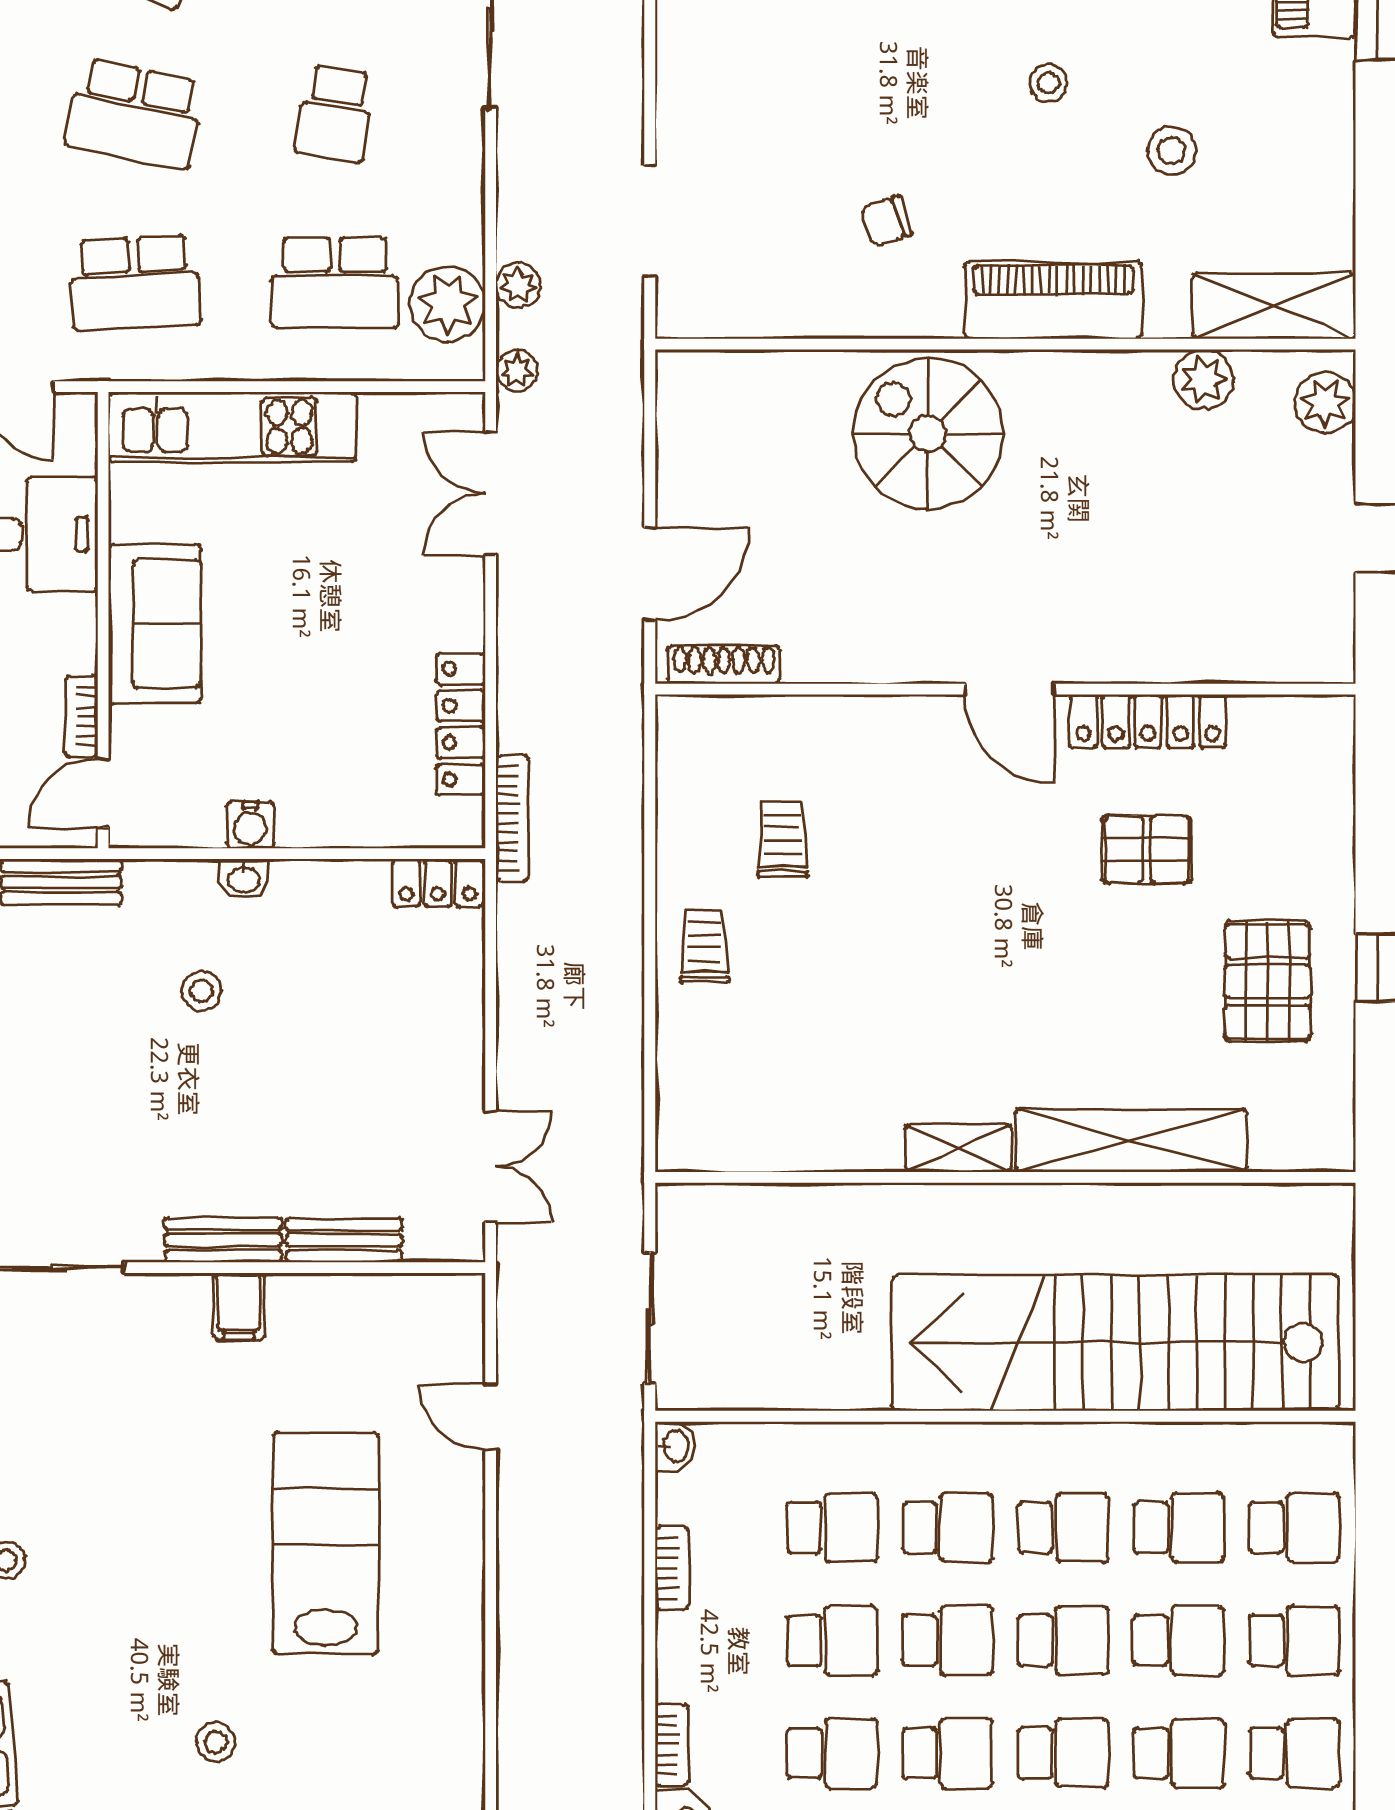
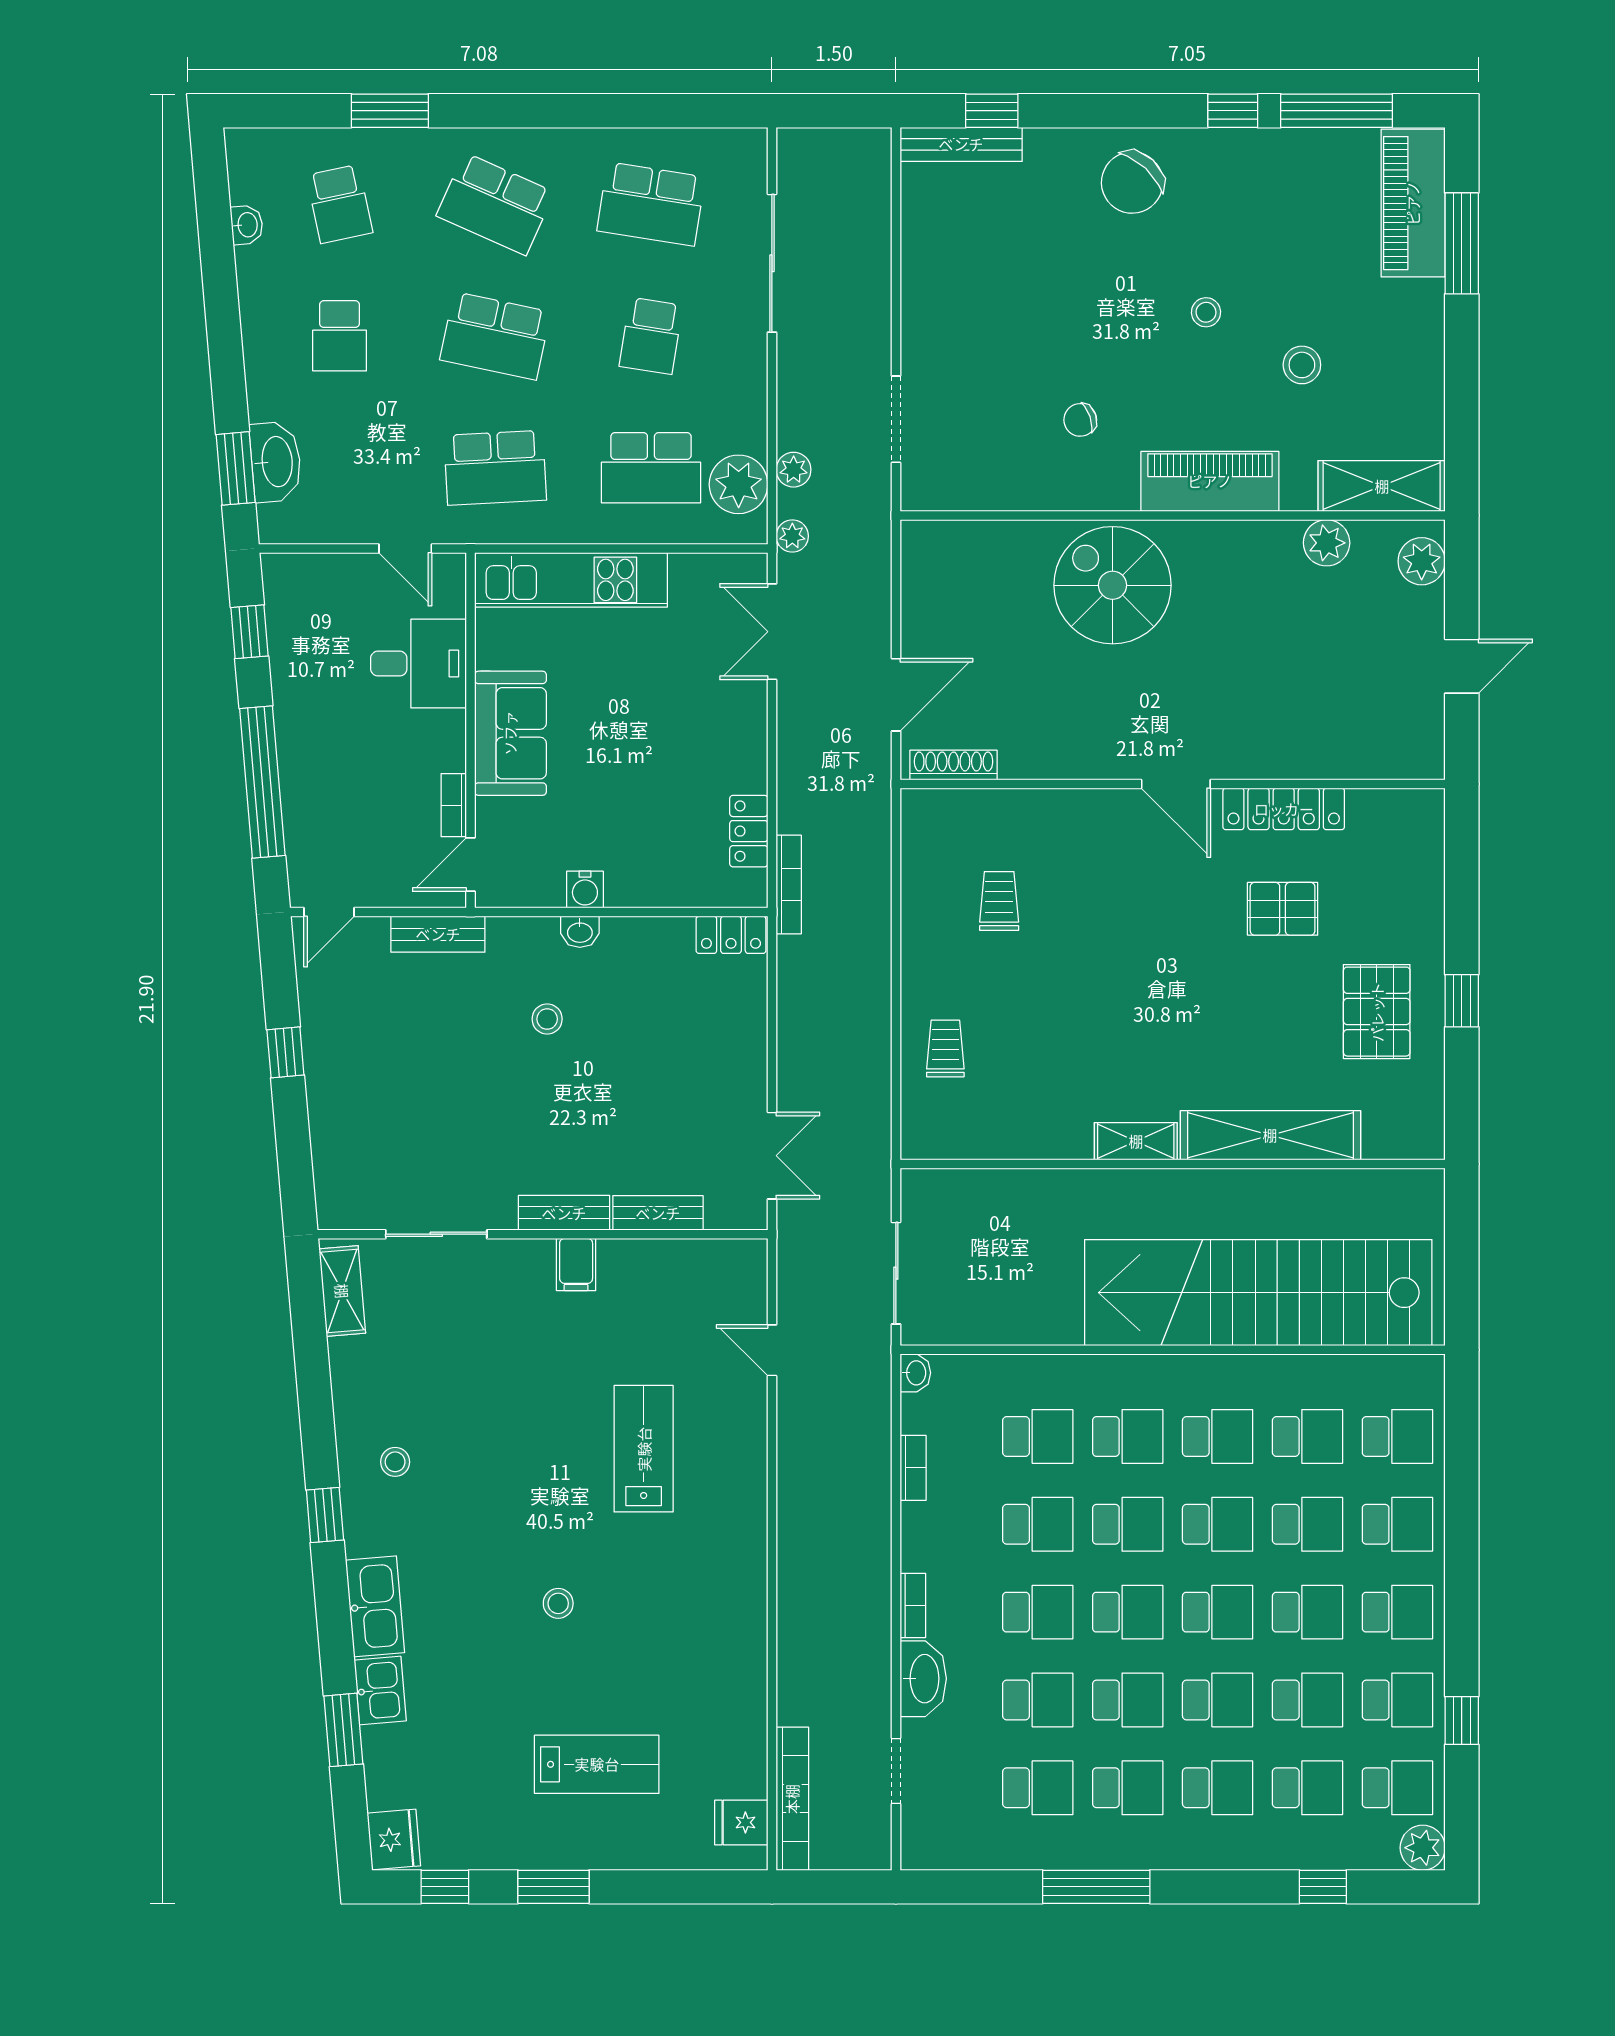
locker: (461, 724) -> (749, 831), width x0.66
trolley: (705, 946) -> (945, 1049), moved
lab bench: (326, 1543) -> (644, 1449), width x0.73, depth x0.72

